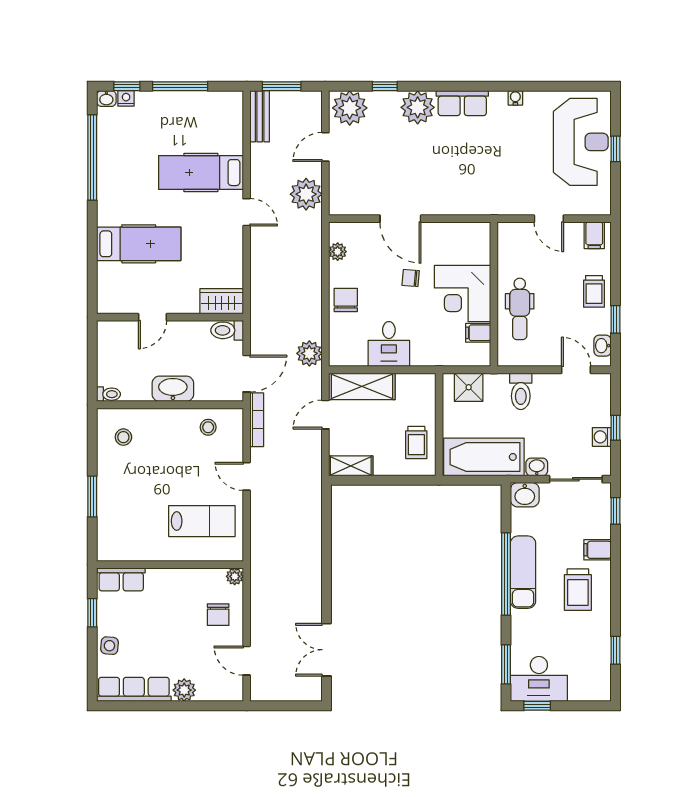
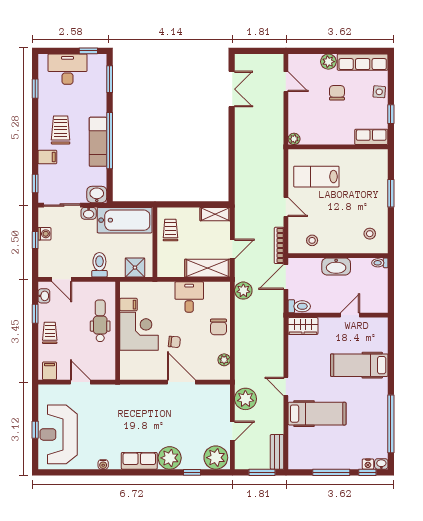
chair: (218, 615) -> (337, 93), moved
desk: (539, 679) -> (68, 69), moved

